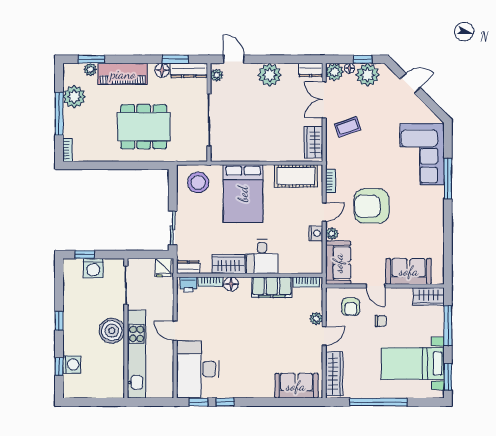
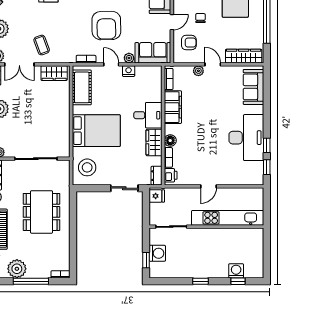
boiler: (112, 331) -> (208, 238), removed
desk: (198, 369) -> (246, 138), moved, turned -90

